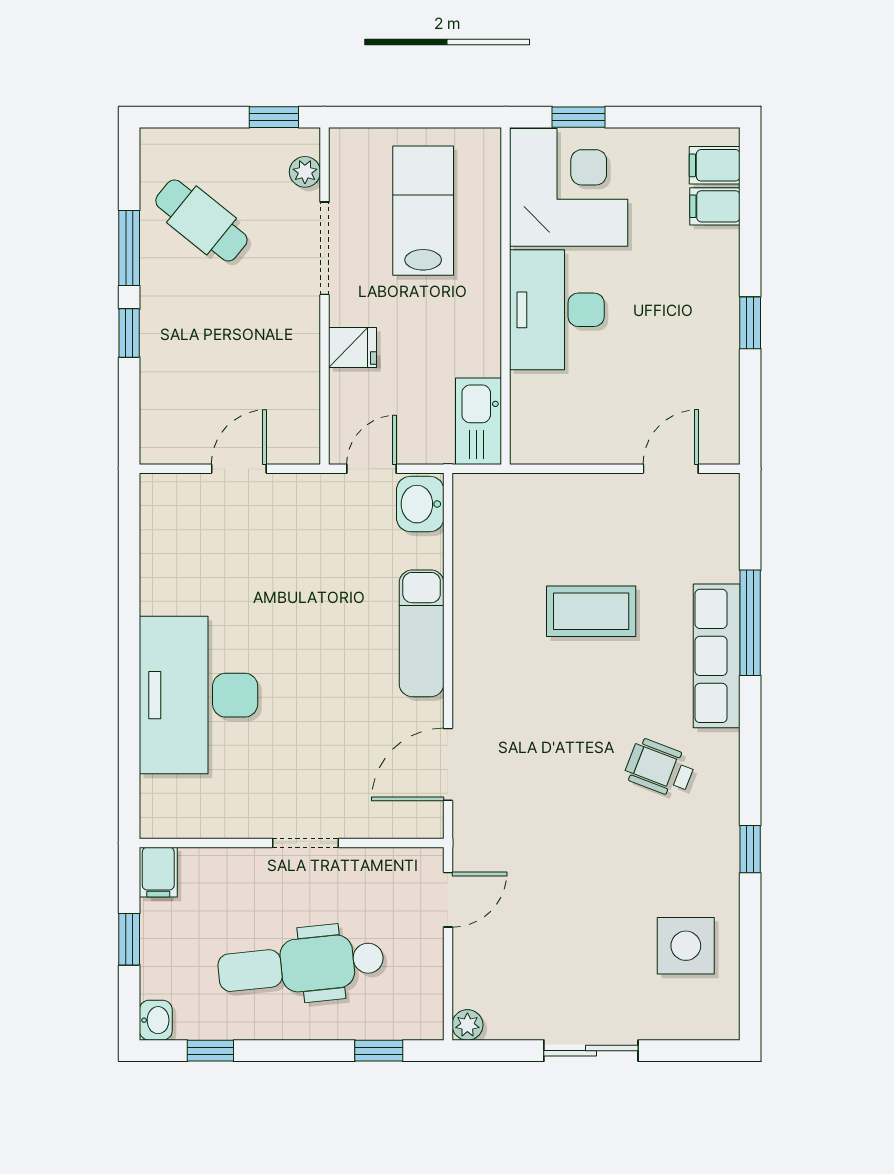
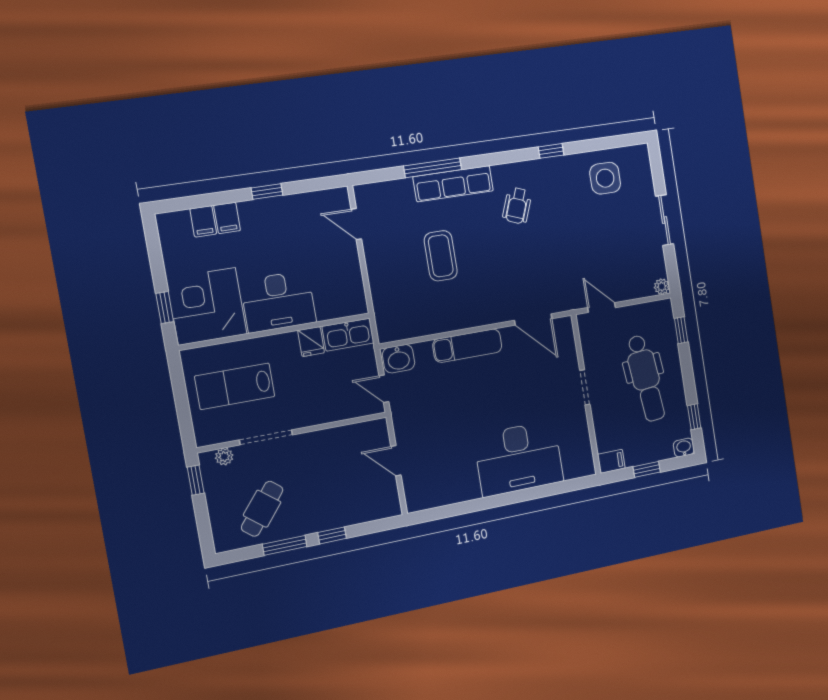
filing cabinet: (715, 165) -> (227, 218), moved
fridge: (353, 348) -> (311, 342), moved, turned 180

